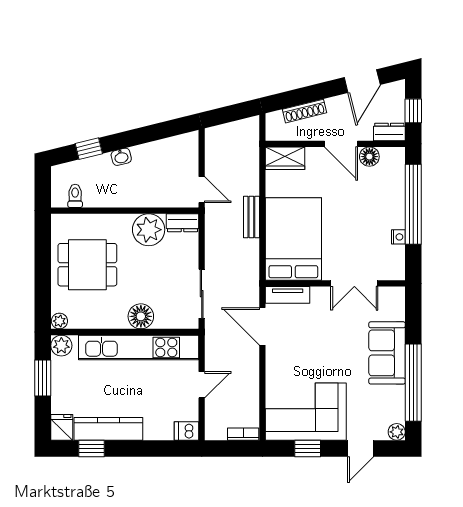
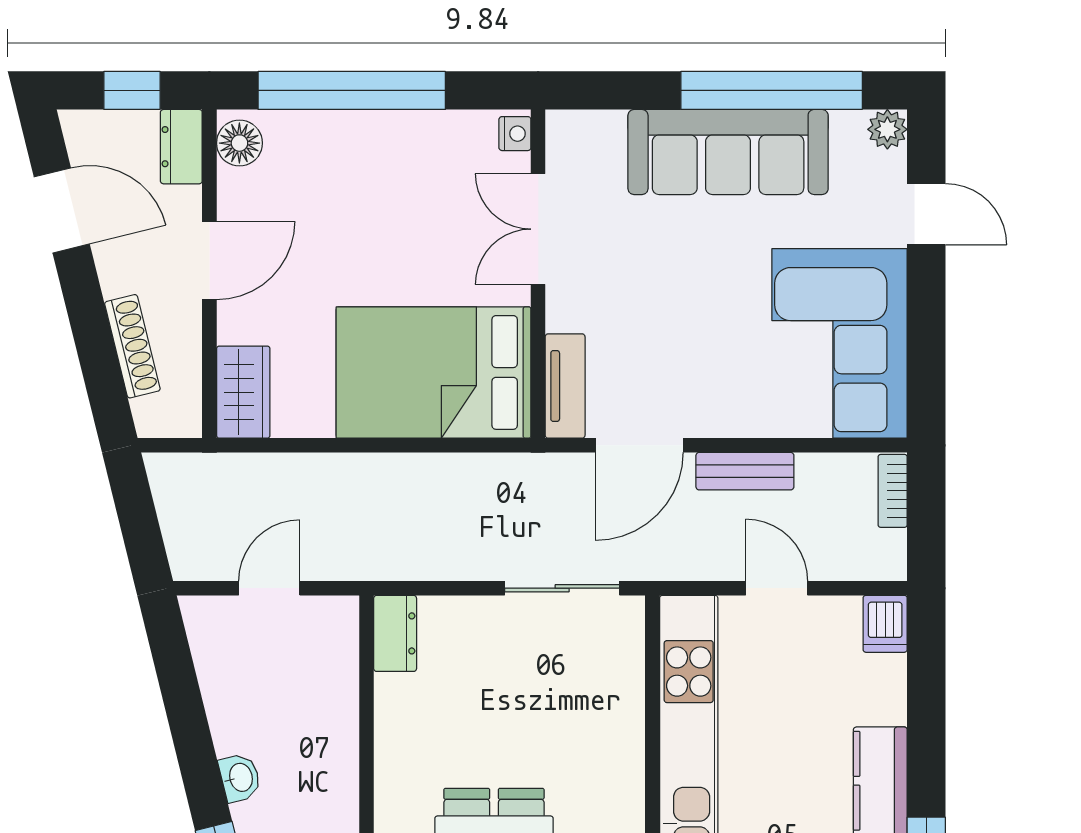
floor lamp: (369, 157) -> (239, 143), moved
door: (202, 190) -> (269, 588), moved
bench: (251, 217) -> (745, 471), moved
plant: (149, 230) -> (412, 713), removed
nightstand: (398, 237) -> (515, 134), moved, turned 90
double door: (354, 283) -> (538, 229), swing flipped
floor lamp: (141, 316) -> (615, 732), removed
sofa: (387, 353) -> (728, 152), width x1.36
window: (308, 448) -> (926, 339), removed

